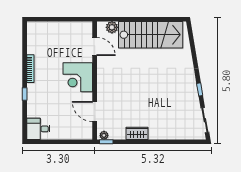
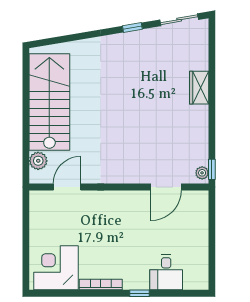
corner desk: (78, 77) -> (56, 268), moved, turned 180
desk: (38, 129) -> (166, 272), moved
wardrobe: (137, 133) -> (199, 88), moved

